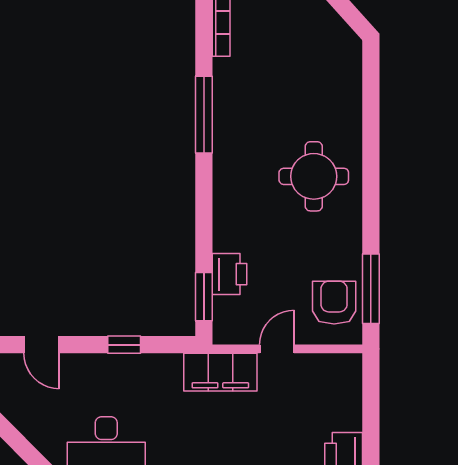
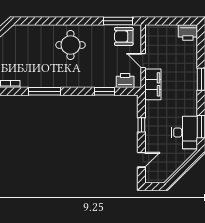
printer: (229, 274) -> (125, 81), moved
window: (204, 297) -> (104, 91), moved

